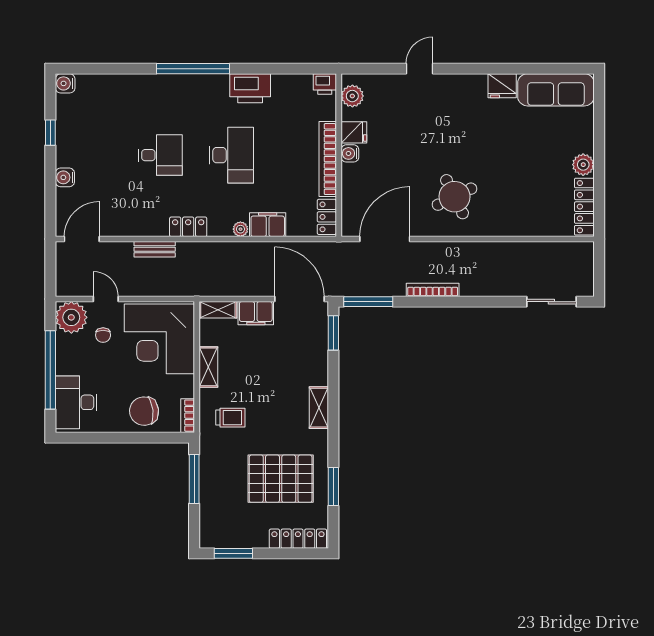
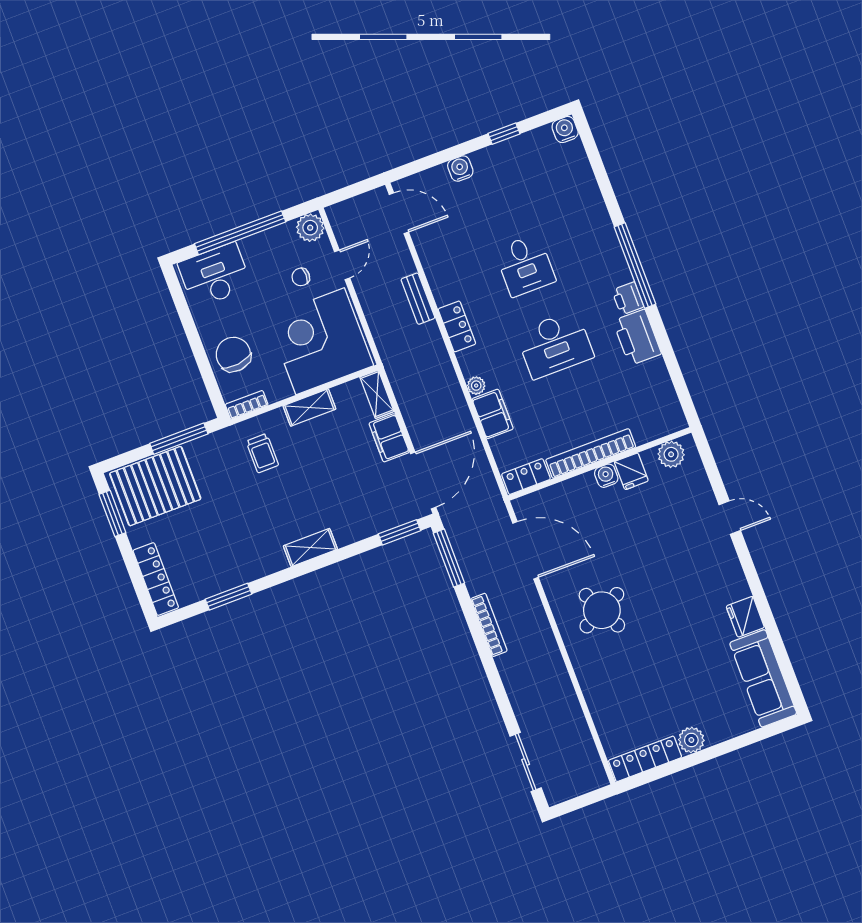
printer: (325, 84) -> (628, 298), moved
plant: (71, 317) -> (310, 228), width x0.73, depth x0.73
pallet: (281, 479) -> (155, 486), moved, turned 90

